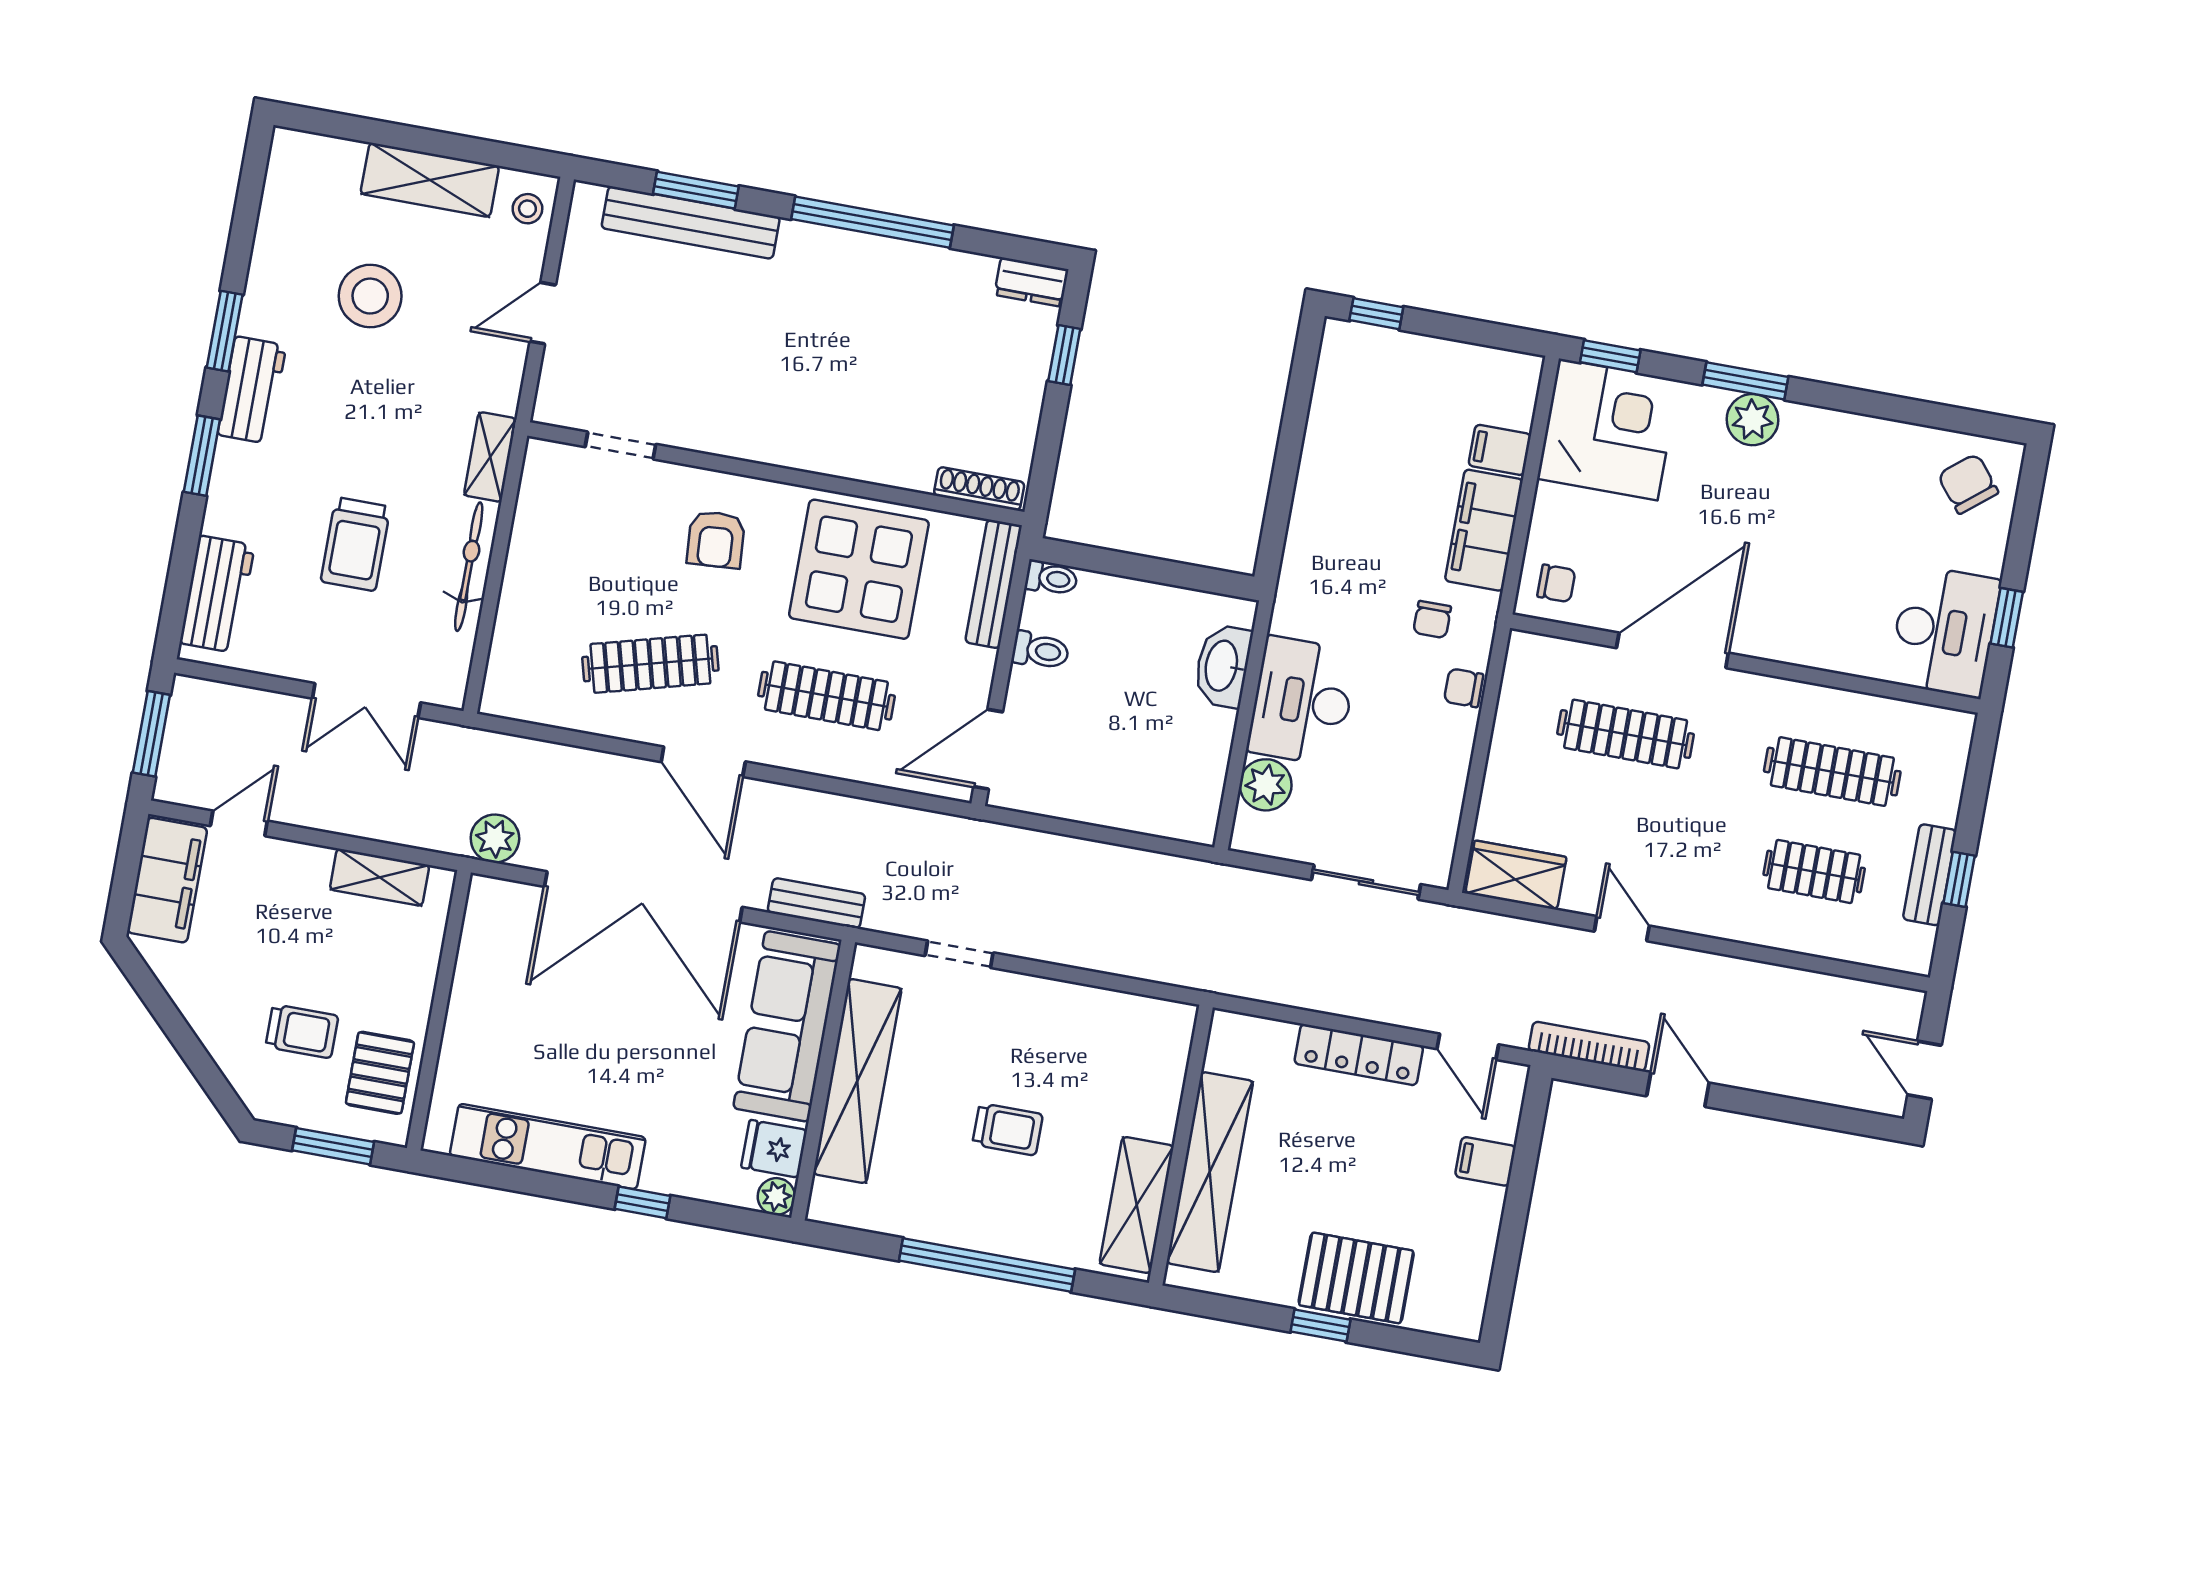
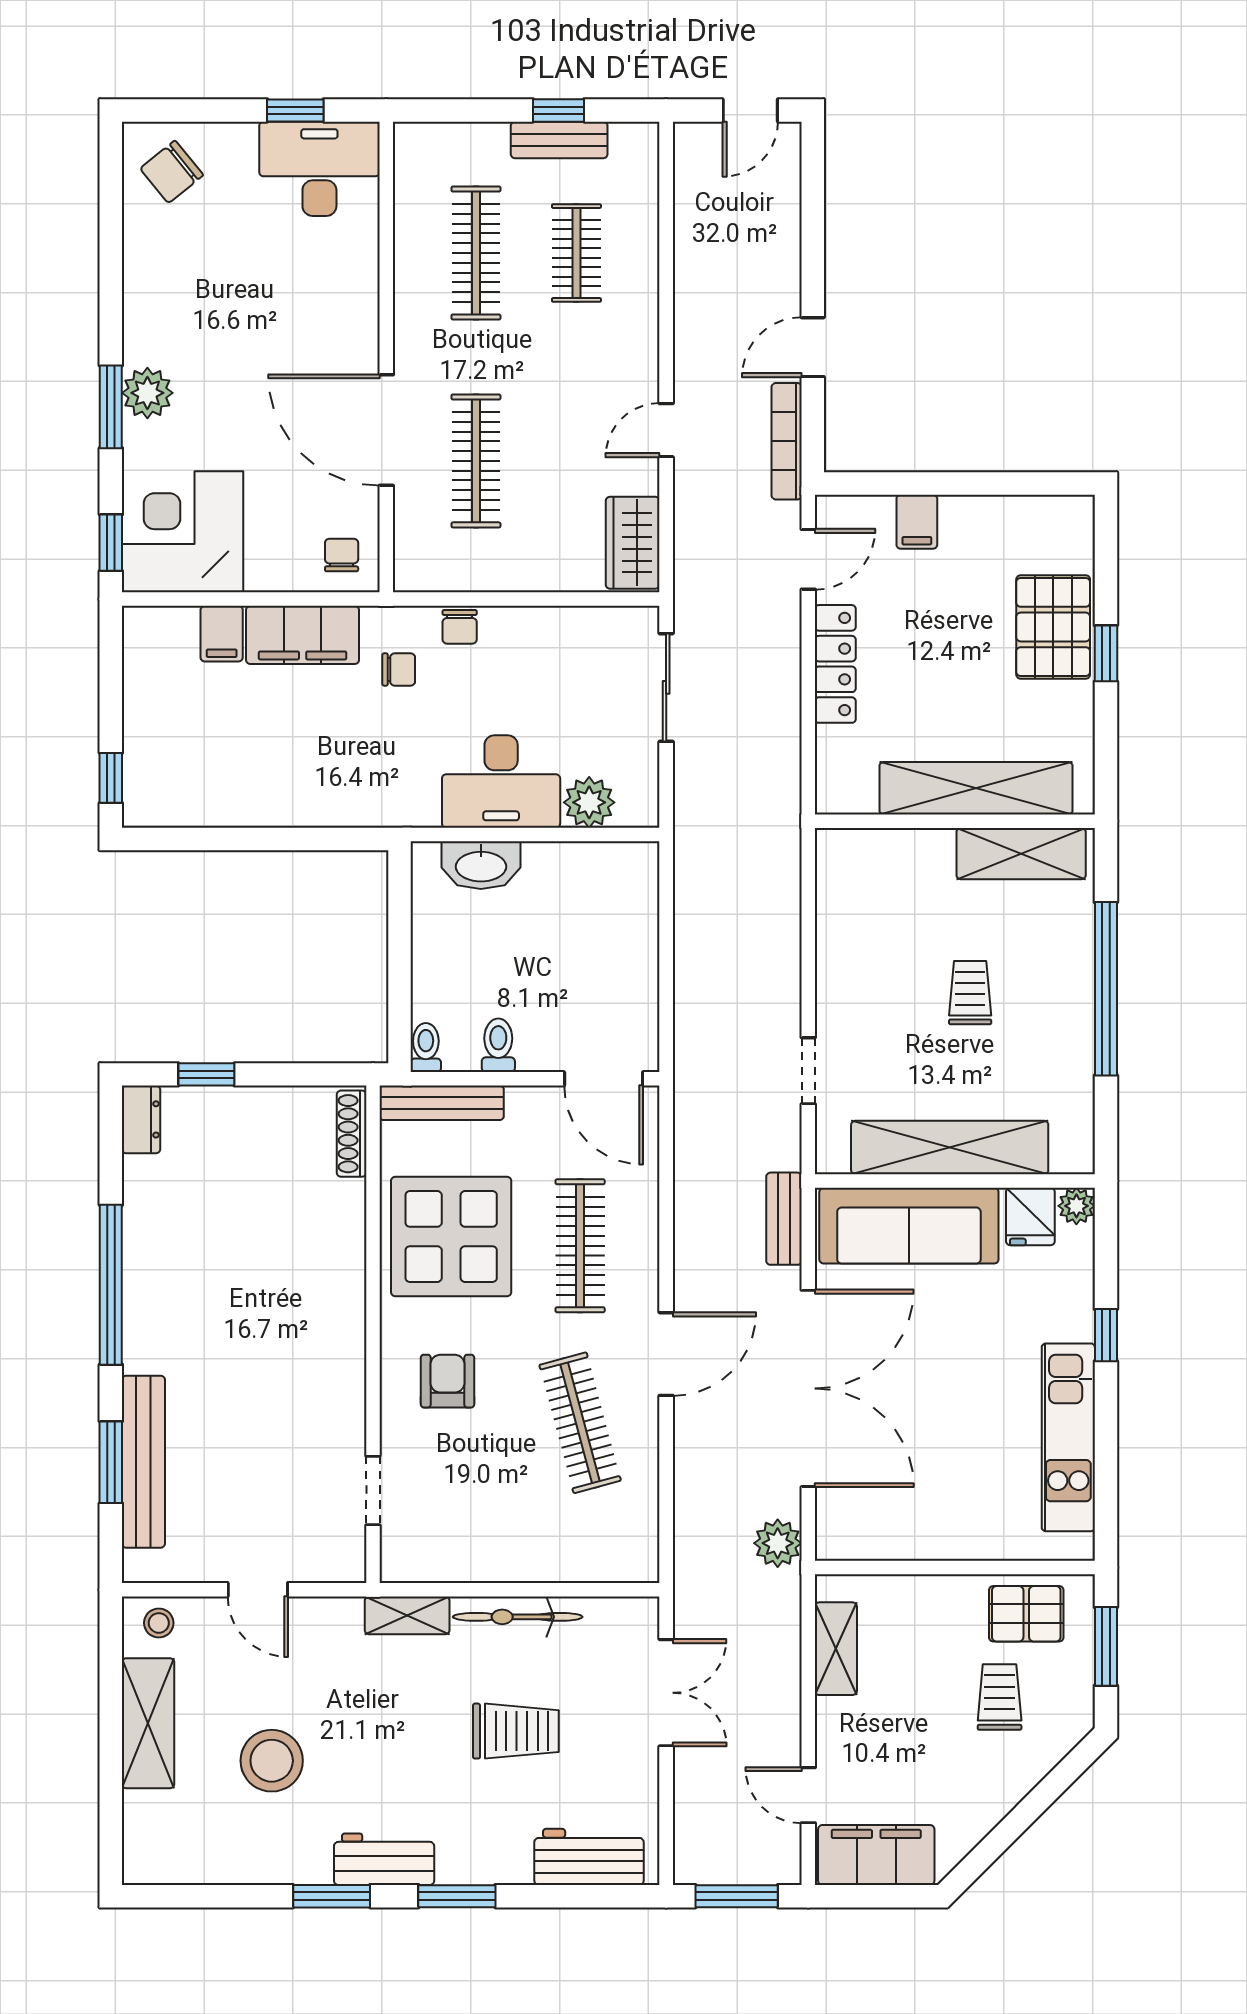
armchair: (716, 539) -> (447, 1381), turned -86

